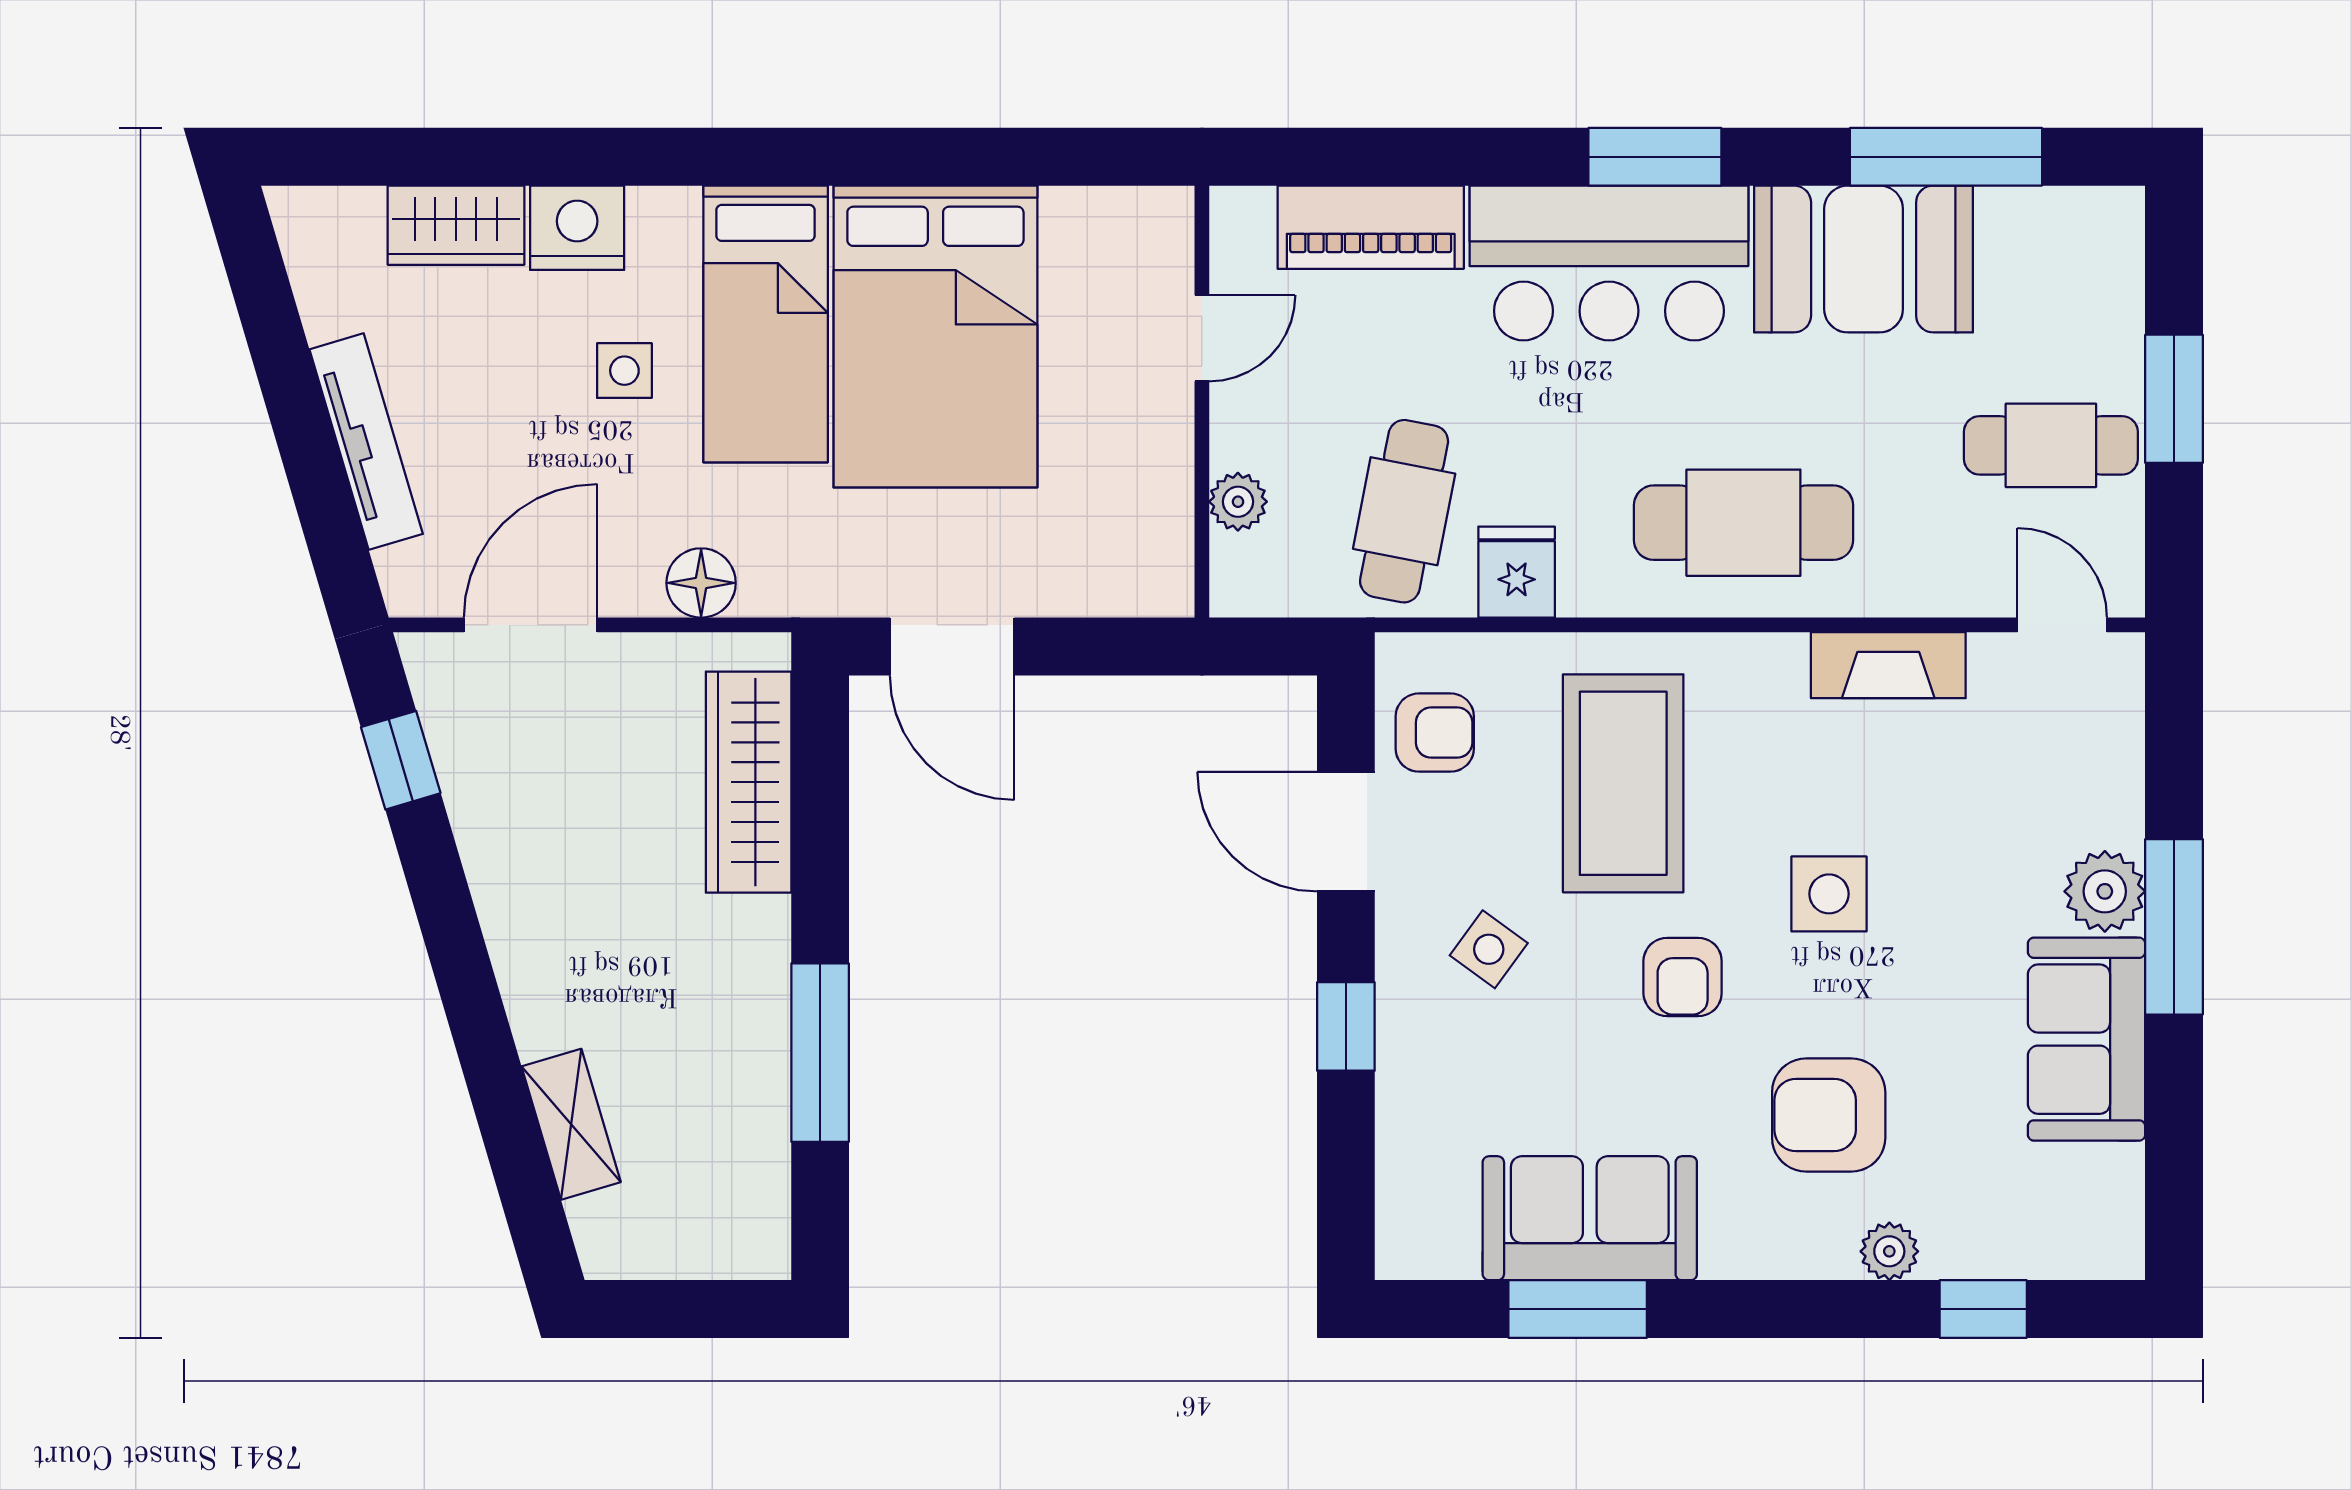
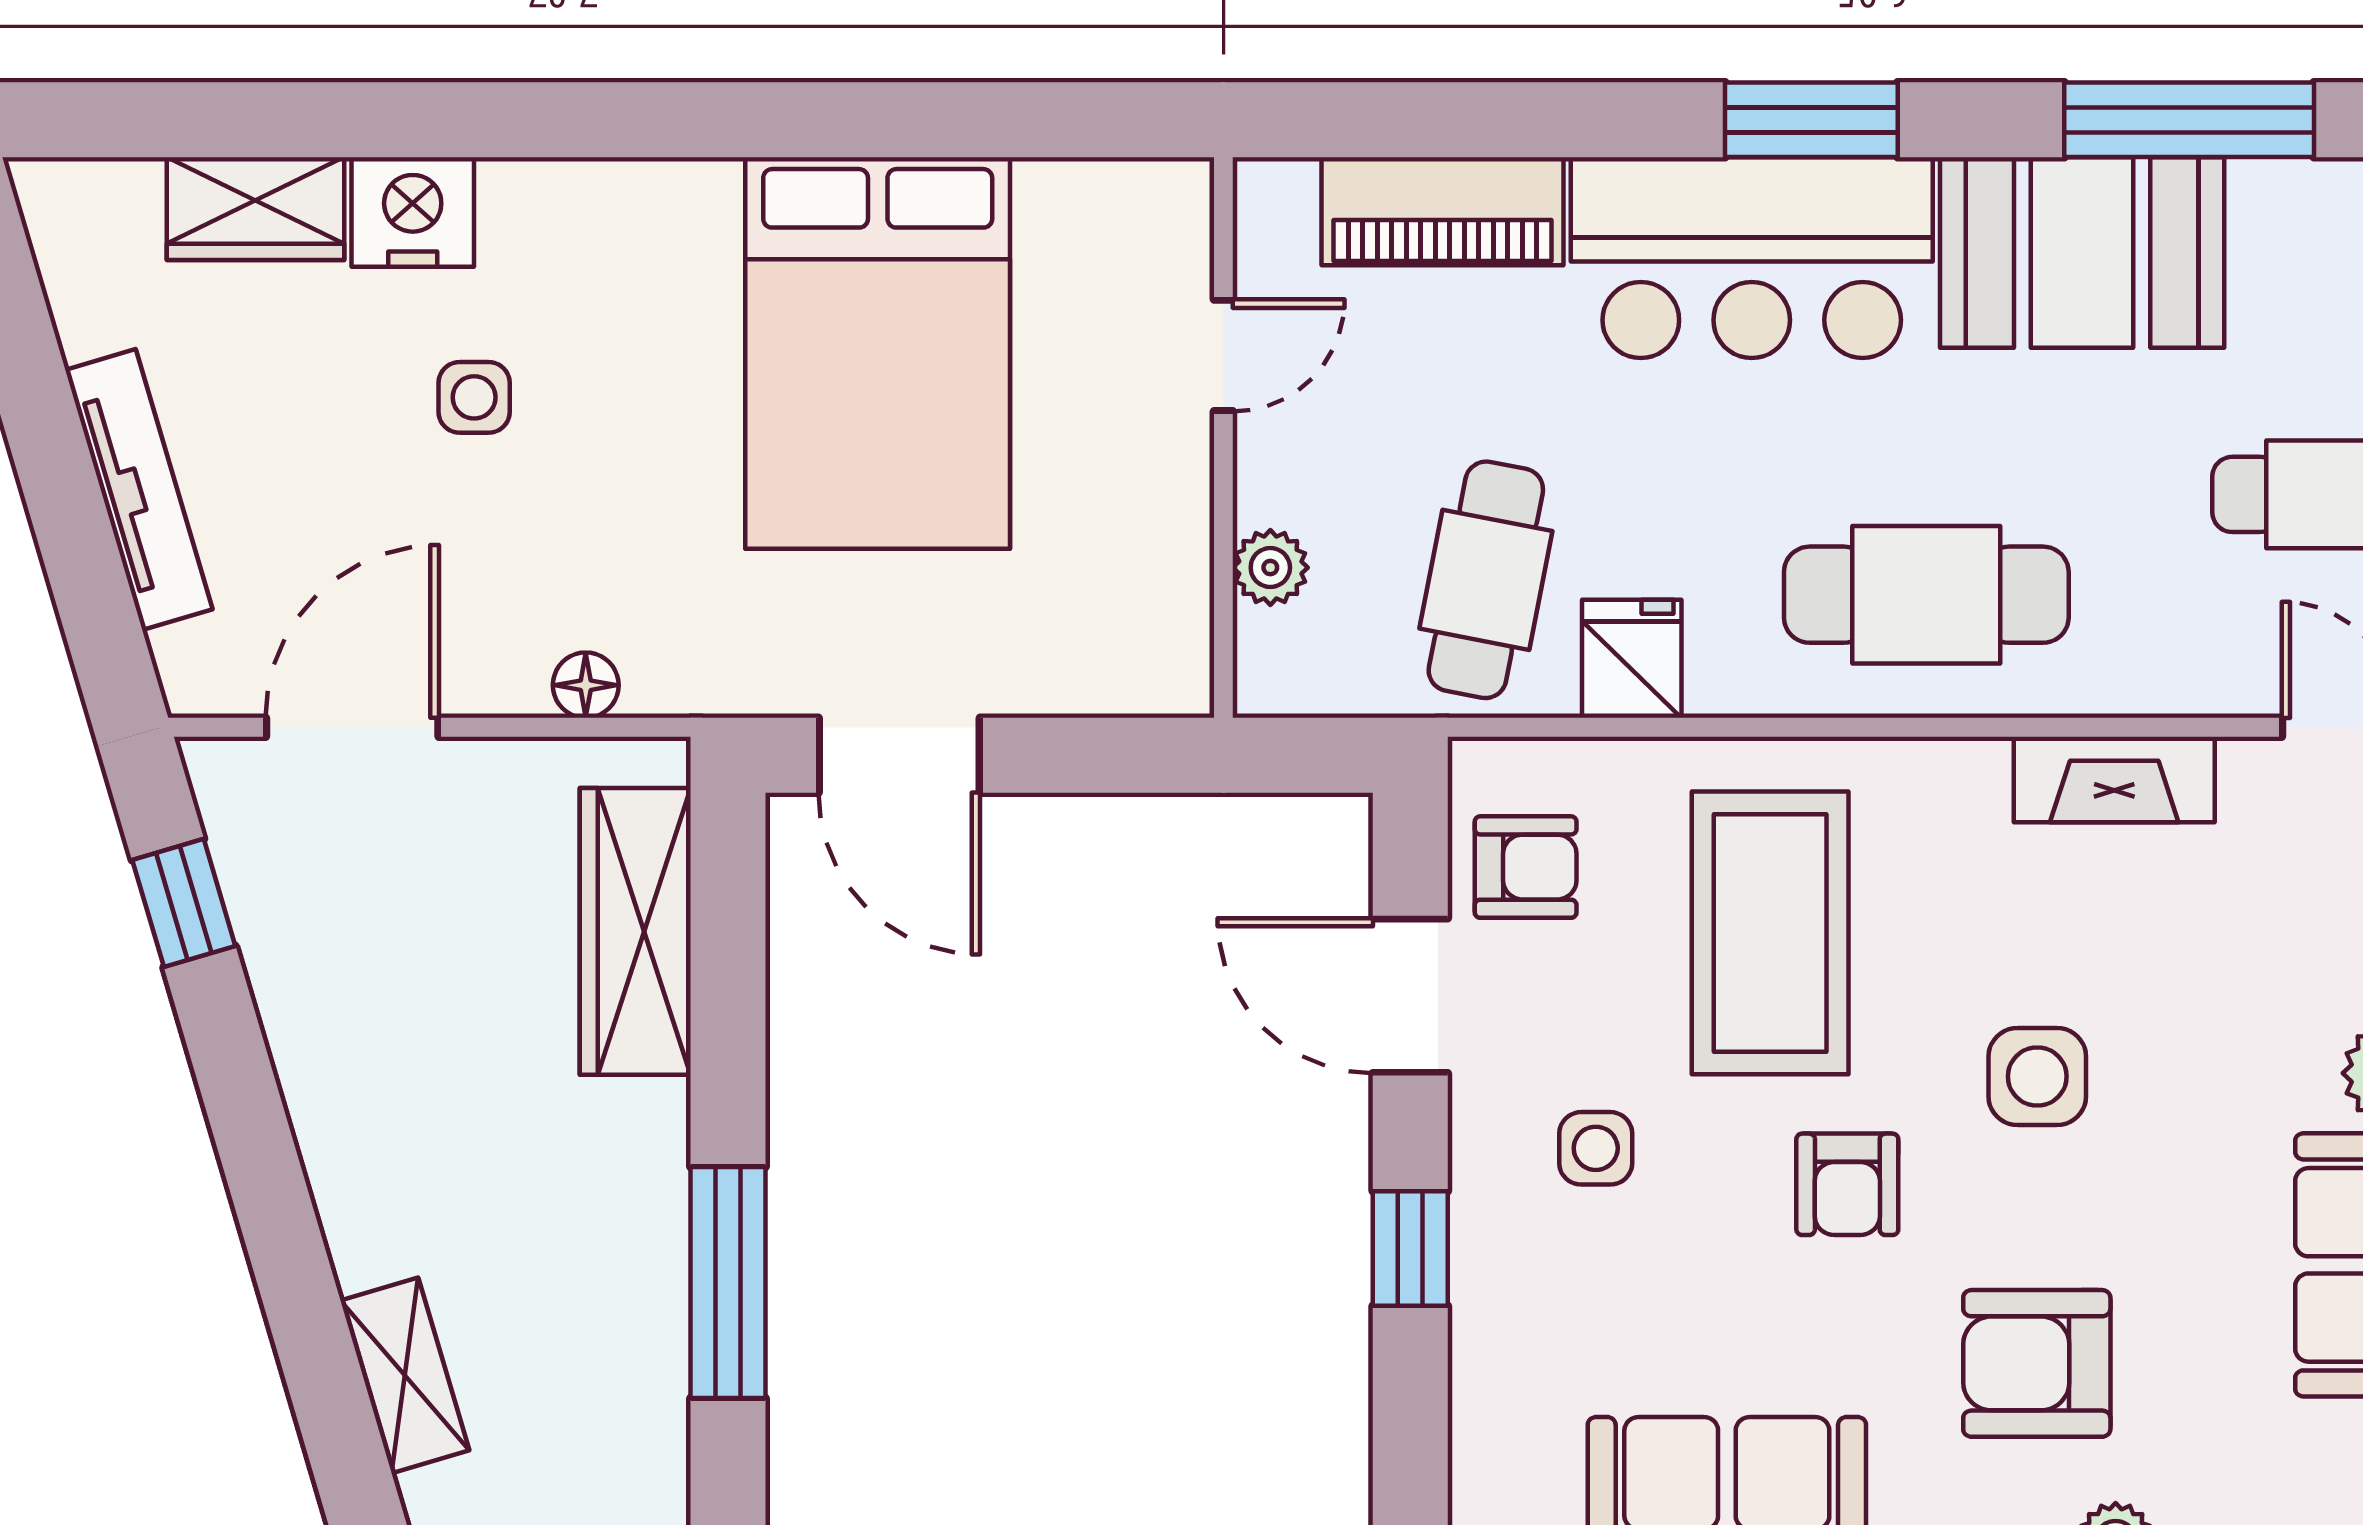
bed: (766, 324) -> (657, 337), removed
floor lamp: (701, 583) -> (586, 685), width x0.73, depth x0.73
side table: (1489, 949) -> (1596, 1148), turned -36

